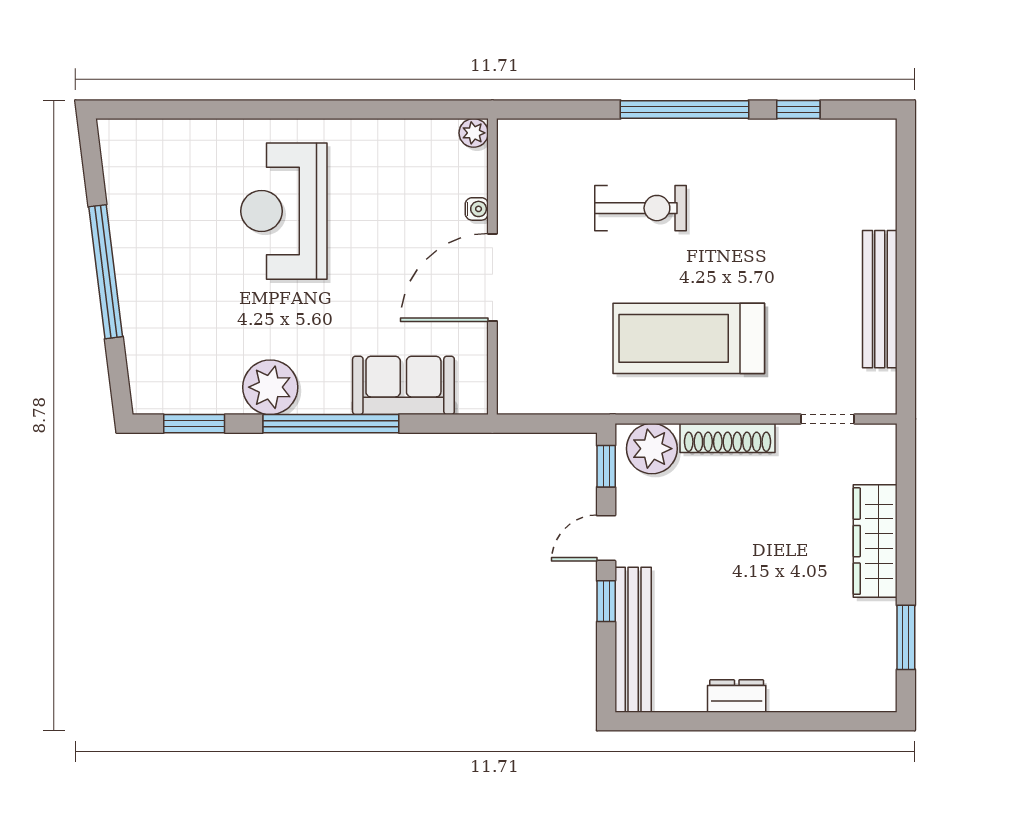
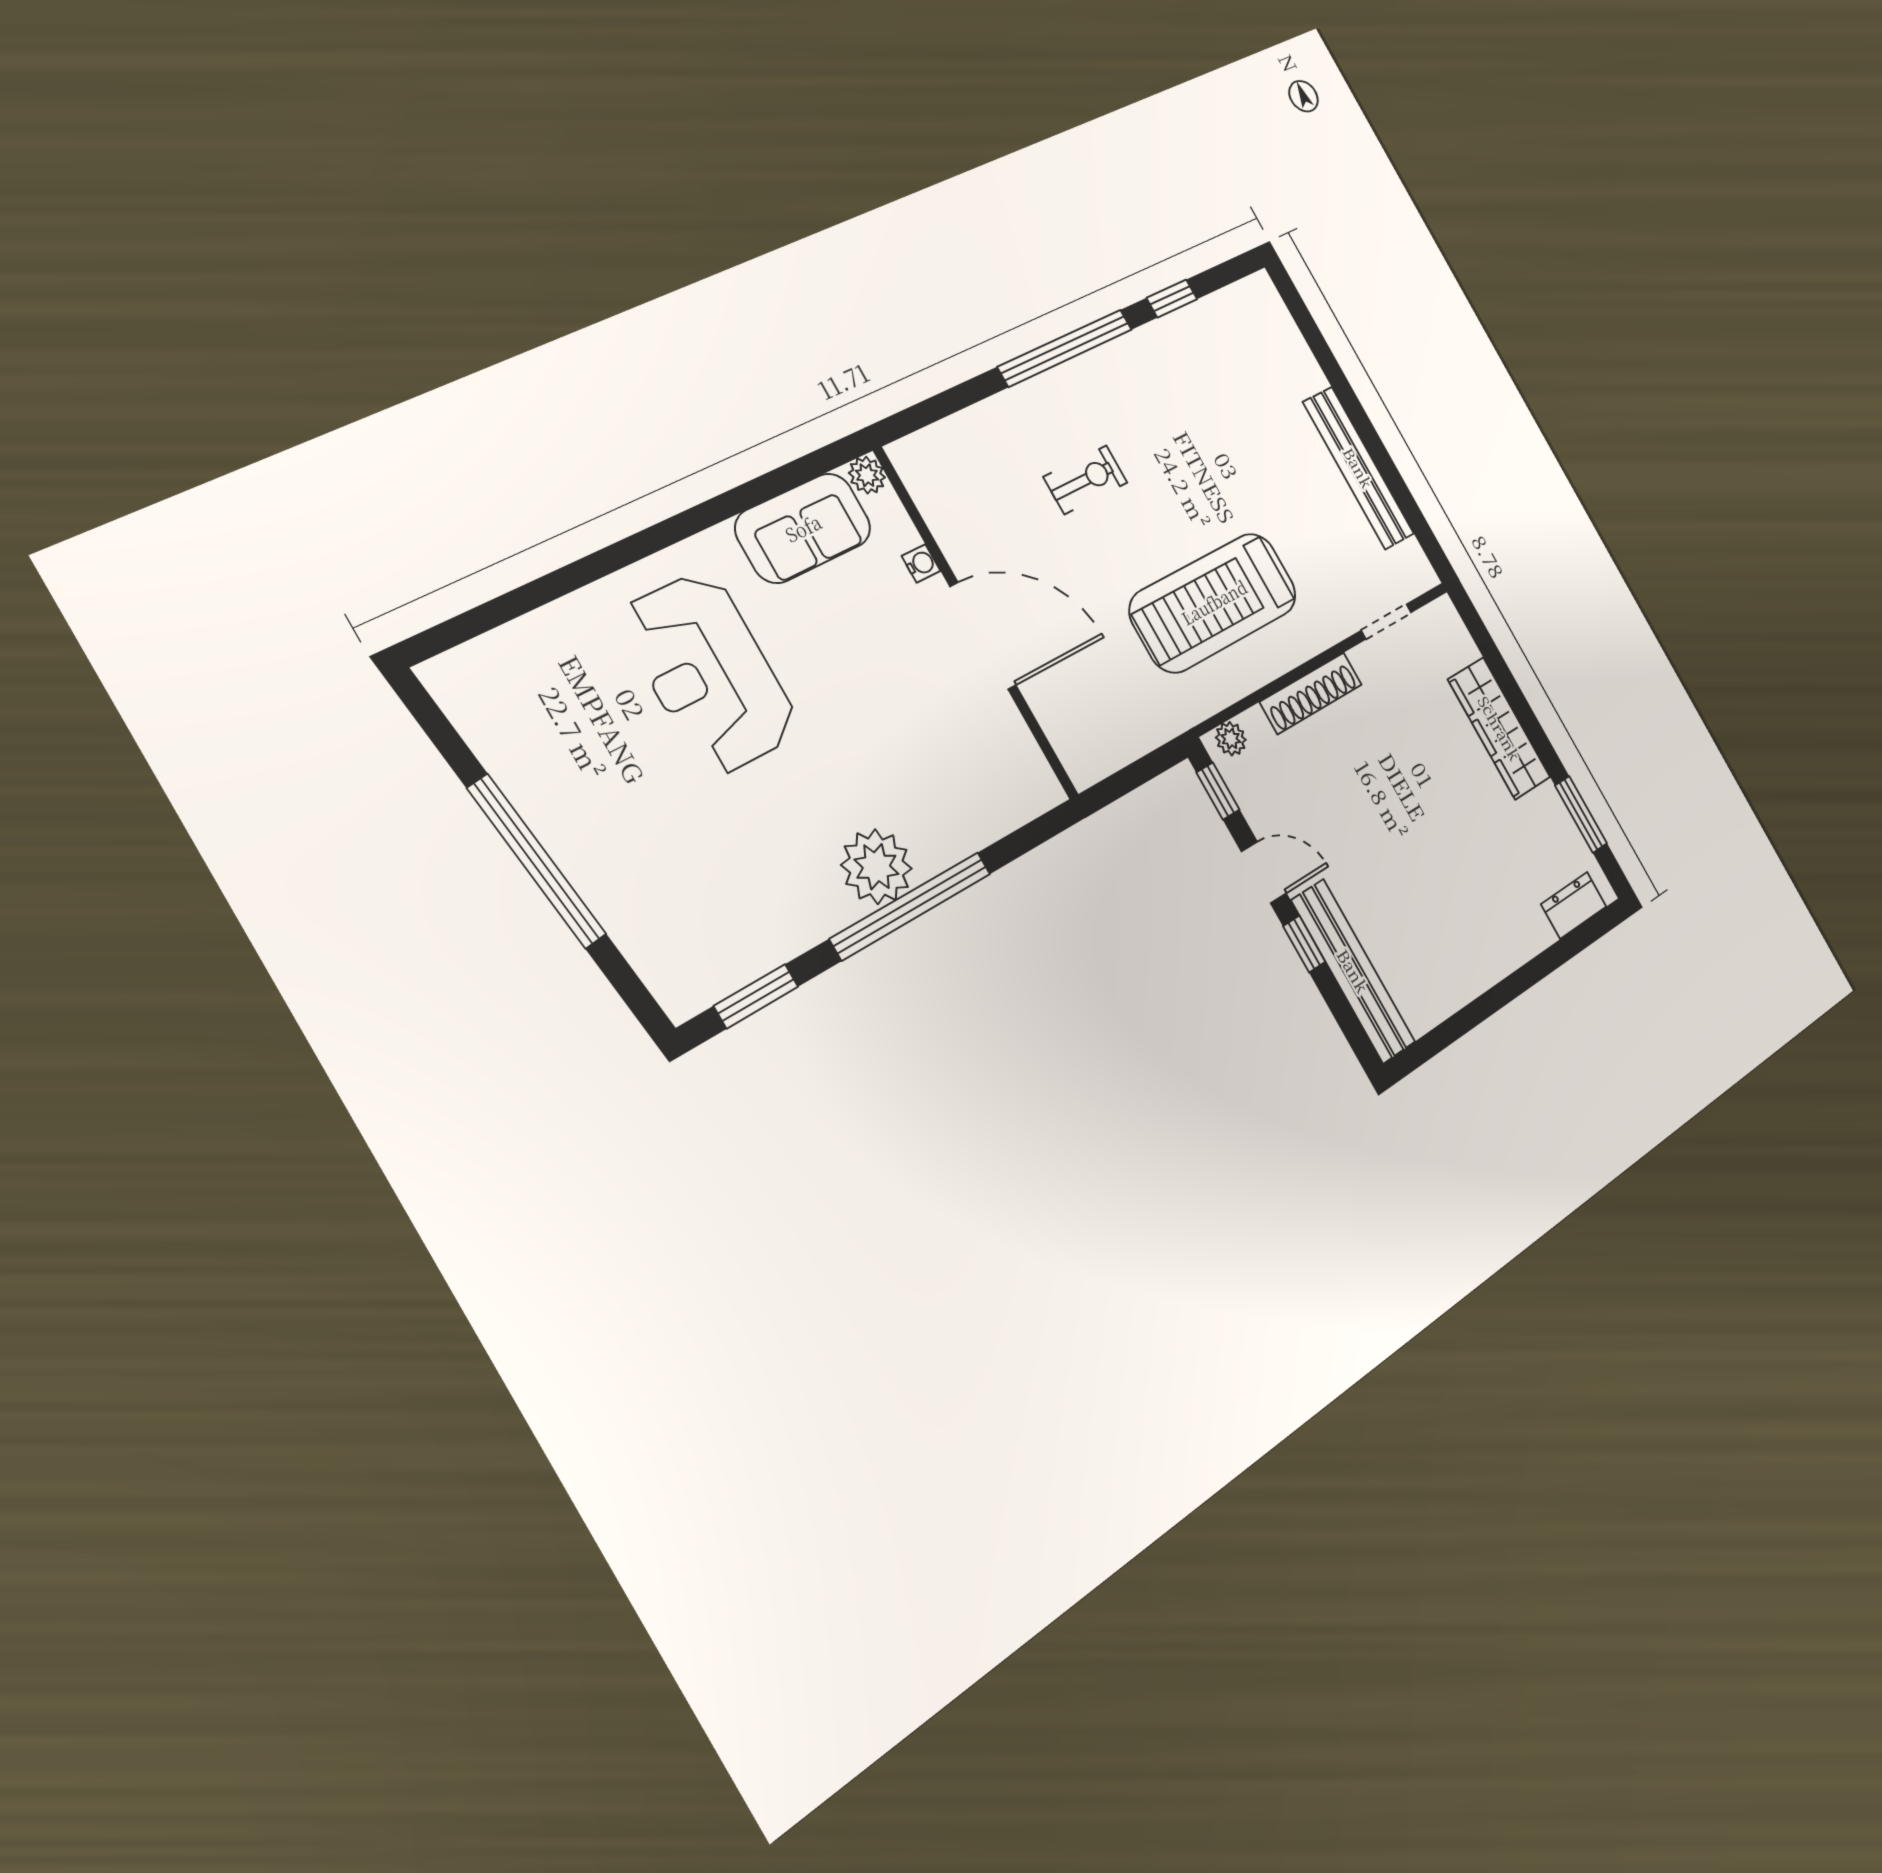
exercise bike: (640, 208) -> (1085, 480), width x0.73, depth x0.72
door: (492, 277) -> (983, 636), swing flipped
sofa: (403, 385) -> (803, 528), moved, turned 180
plant: (270, 387) -> (876, 867), moved
plant: (652, 449) -> (1231, 739), width x0.53, depth x0.53
door: (606, 538) -> (1264, 872), swing flipped
dresser: (737, 696) -> (1574, 905), moved

